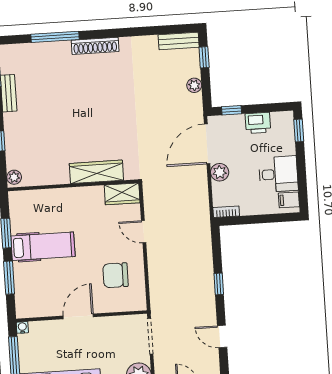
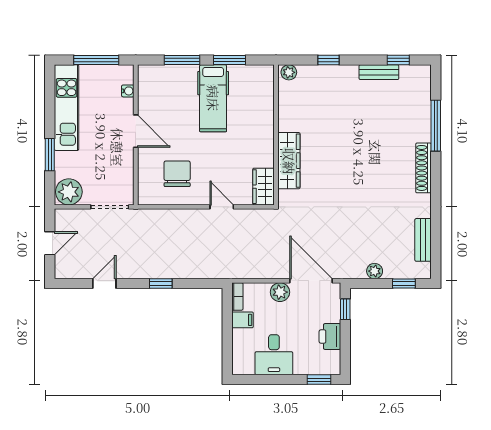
bench: (179, 41) -> (423, 240), moved
filing cabinet: (289, 200) -> (242, 320), moved, turned 90
door: (144, 232) -> (222, 207), hinge flipped
water cooler: (22, 327) -> (128, 91), moved

